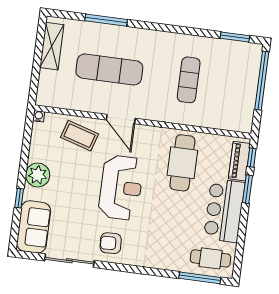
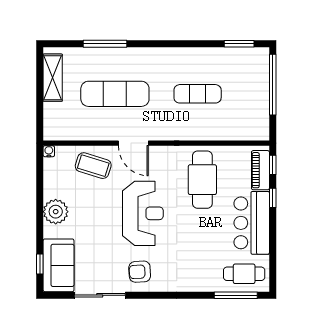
exercise mat: (189, 80) -> (198, 94), turned 90
window: (248, 189) -> (273, 198), width x0.67
window: (19, 198) -> (40, 264), moved

